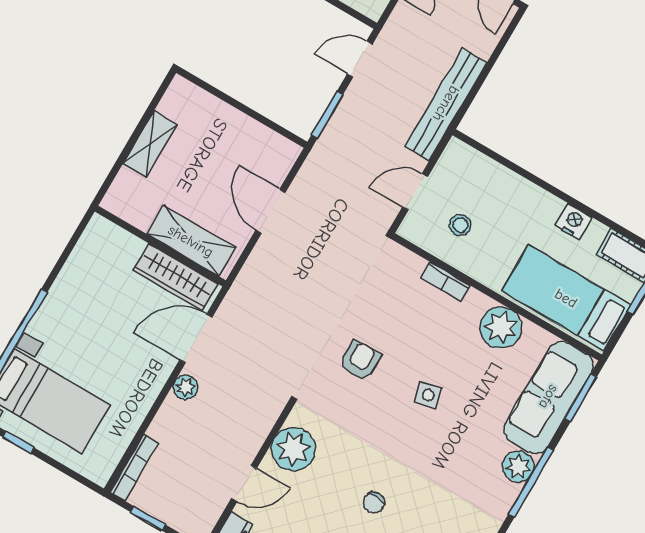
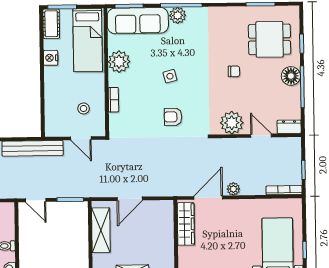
shelving: (191, 241) -> (101, 230), moved
door: (196, 338) -> (208, 198), swing flipped

